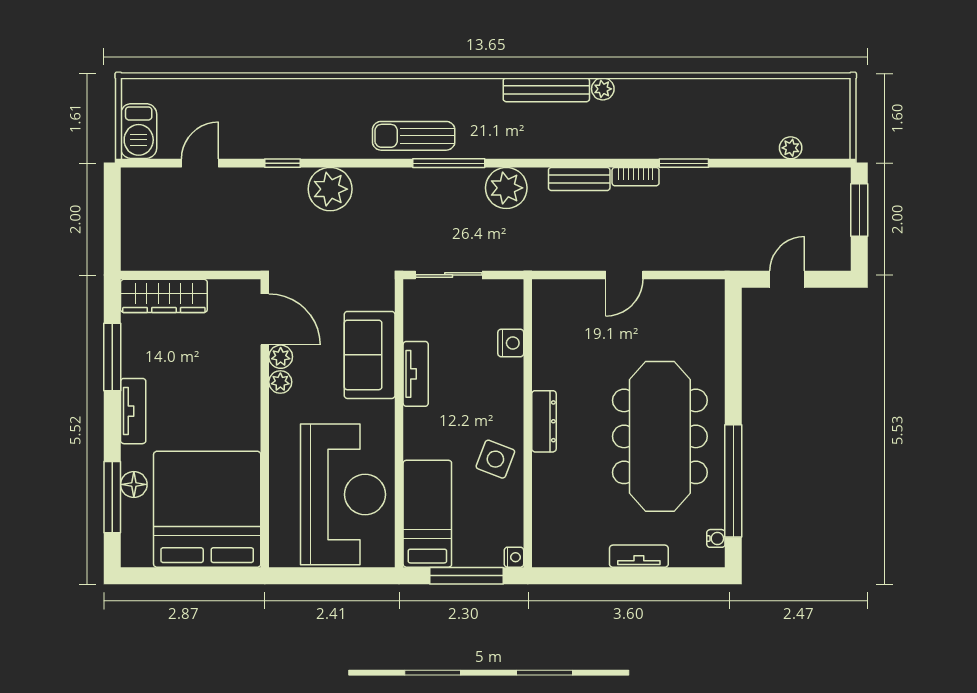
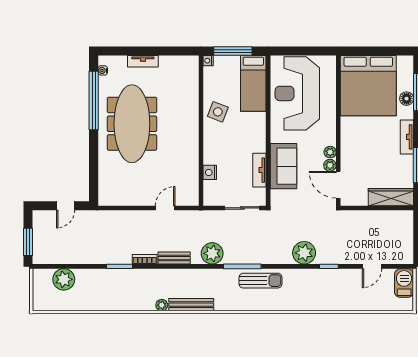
plant: (791, 148) -> (64, 279), width x1.87, depth x1.87
door: (624, 275) -> (165, 208), moved
tv unit: (416, 374) -> (259, 170), moved
dresser: (544, 421) -> (192, 132), removed

